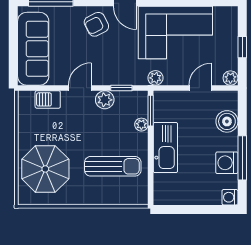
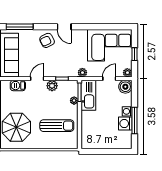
corner sofa: (175, 32) -> (110, 45), moved
boiler: (227, 121) -> (125, 87), moved
kitchen sink: (165, 148) -> (88, 95), moved
washing machine: (230, 197) -> (127, 111), moved

